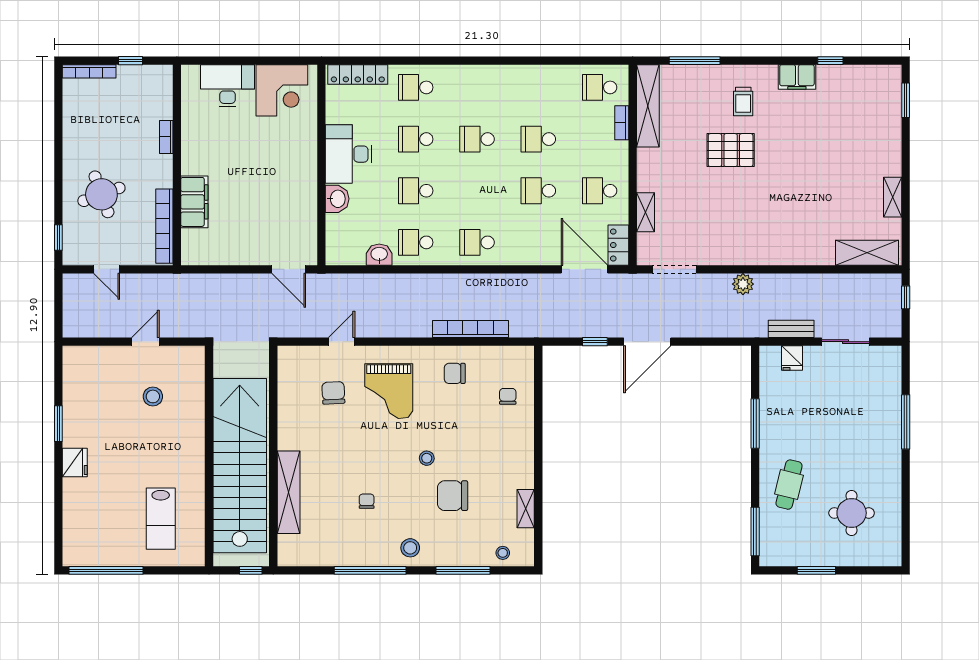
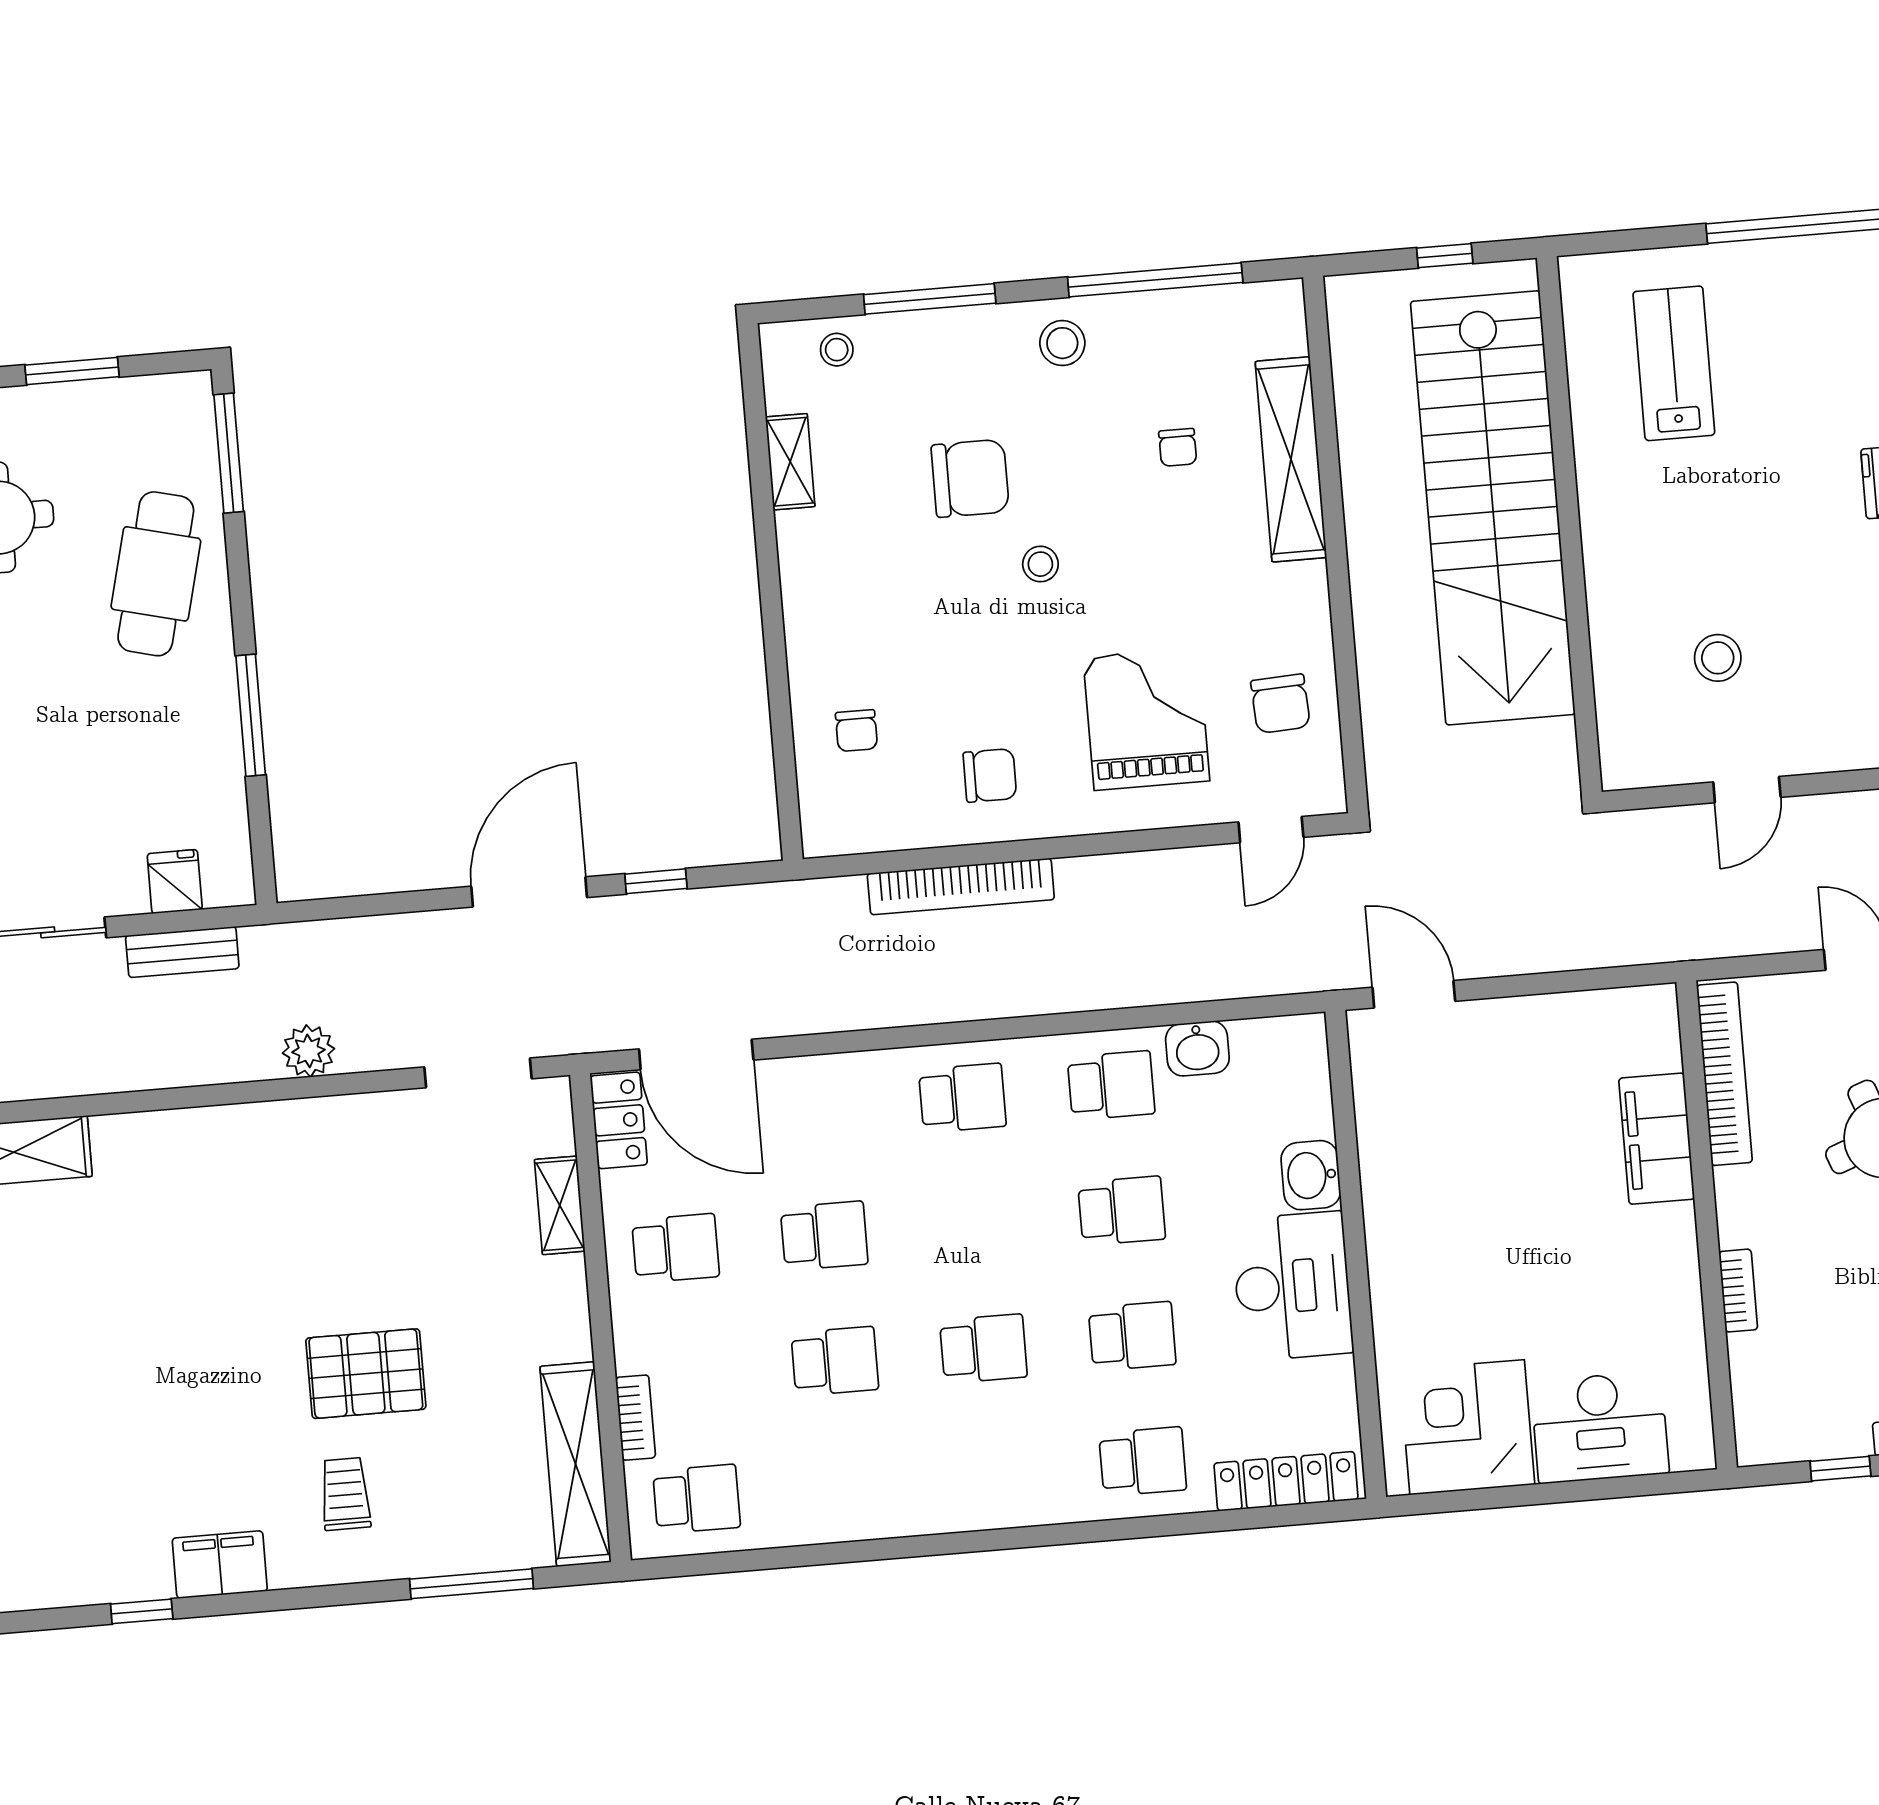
wall: (273, 456) -> (1335, 544), moved
cafe table: (789, 485) -> (156, 574), width x1.37, depth x1.35
shelving: (289, 492) -> (1291, 459), moved

